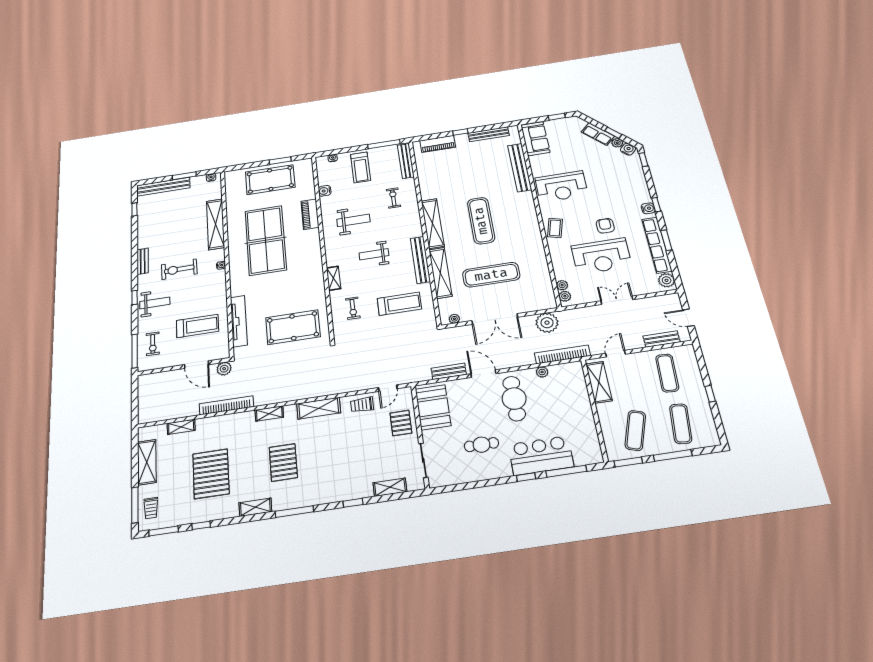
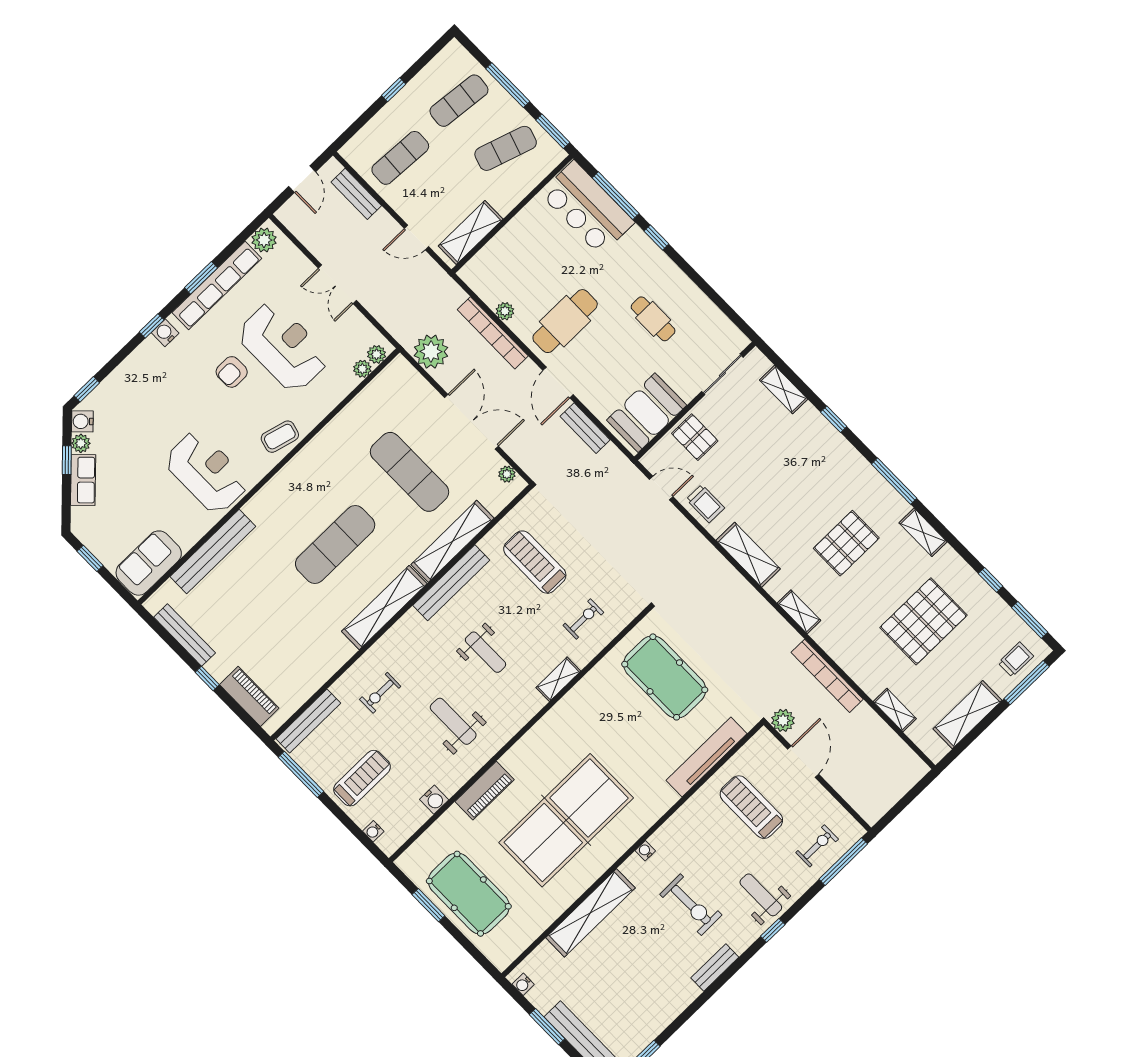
bookcase: (562, 354) -> (493, 333), moved
pallet: (401, 423) -> (695, 437), turned 90
bar counter: (541, 456) -> (587, 208), moved

